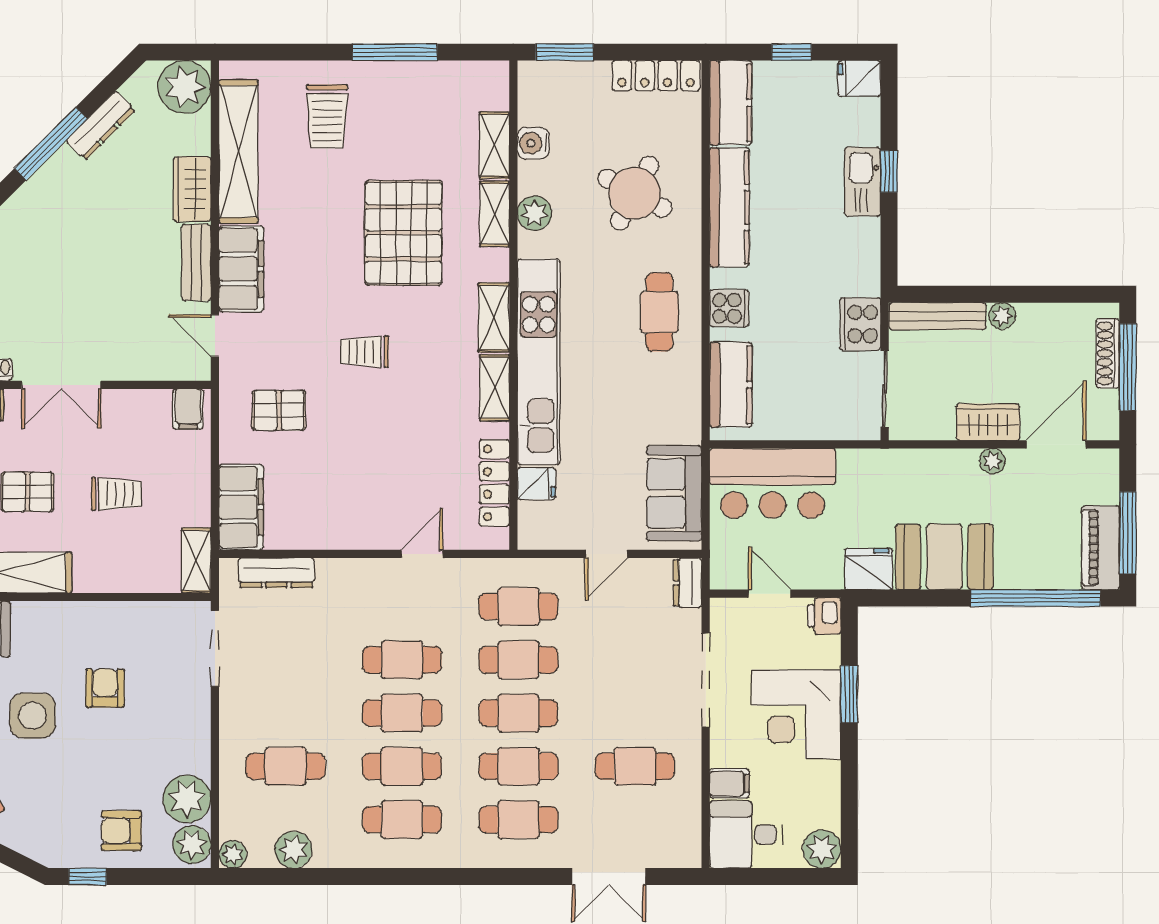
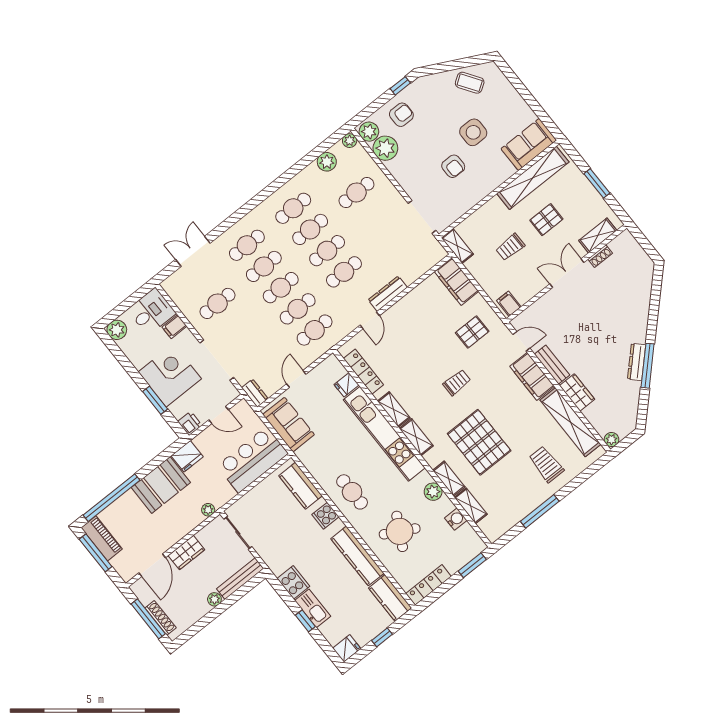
plant: (184, 87) -> (611, 440), width x0.53, depth x0.53
dresser: (101, 126) -> (637, 362), moved
cooker: (860, 324) -> (293, 582), moved
plant: (992, 461) -> (208, 510), moved
dresser: (276, 573) -> (388, 294), moved

